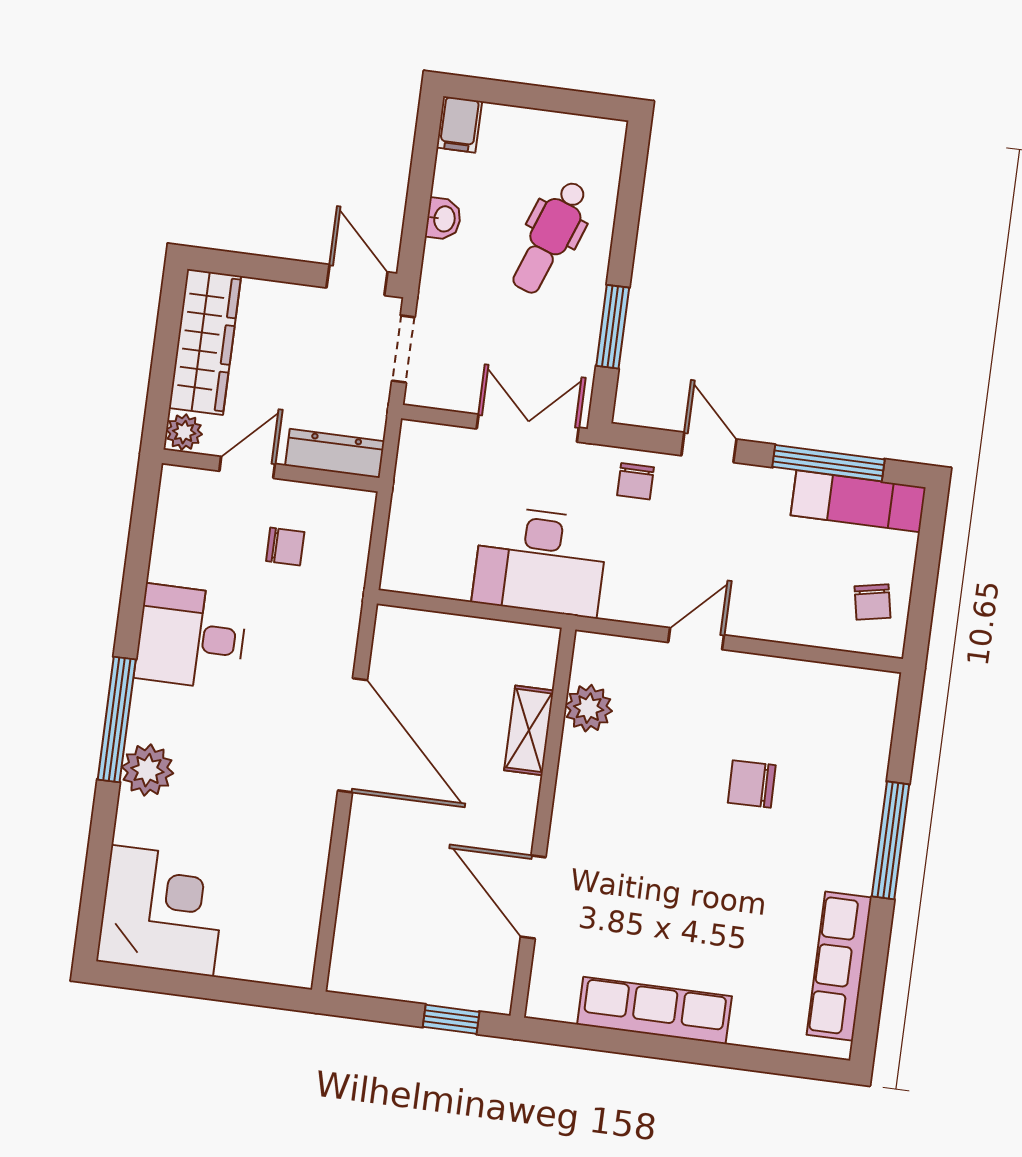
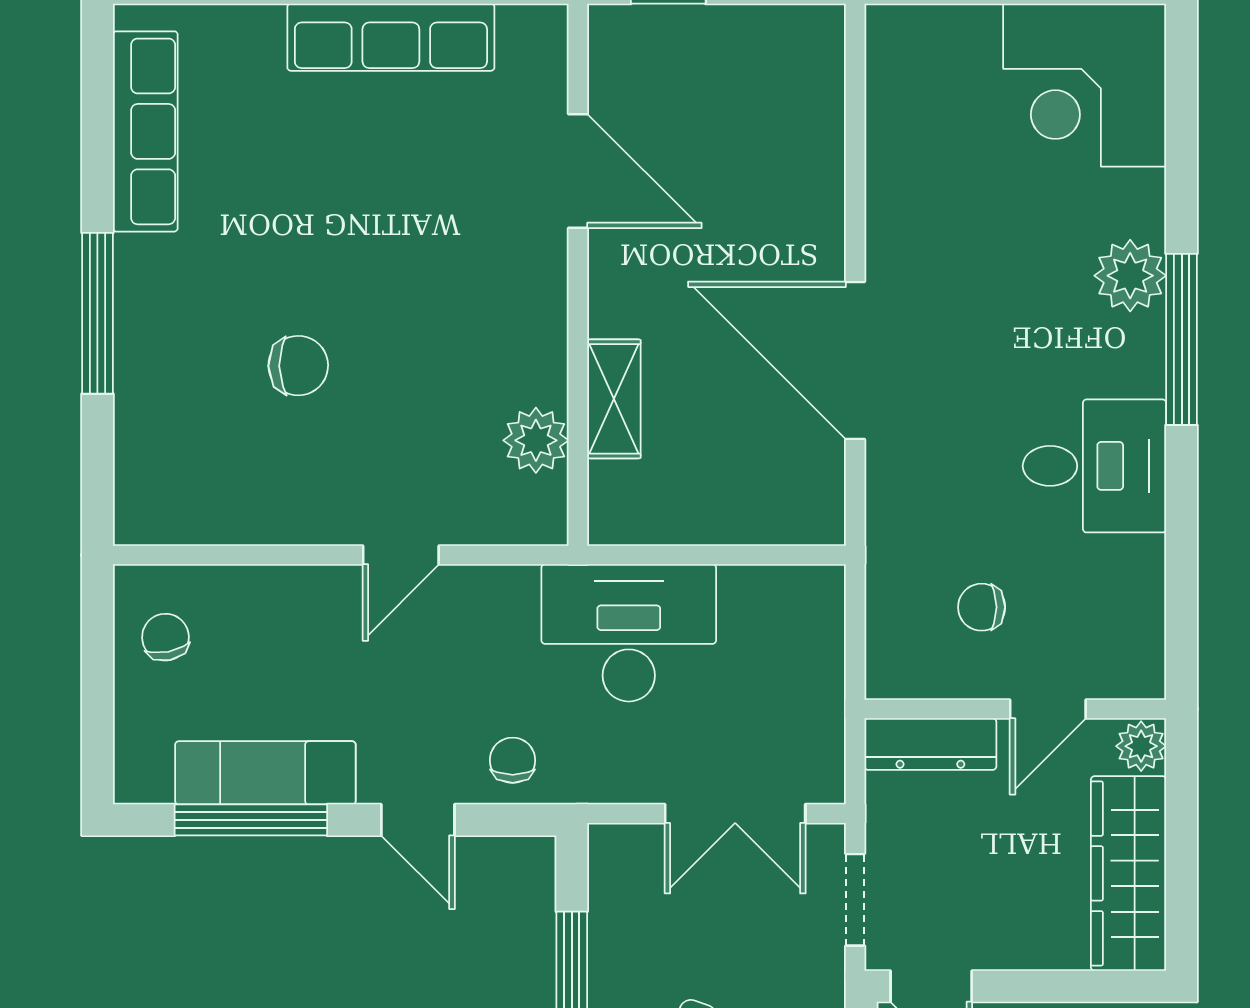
double door: (528, 428) -> (735, 814), moved
exam couch: (858, 501) -> (265, 773), moved

